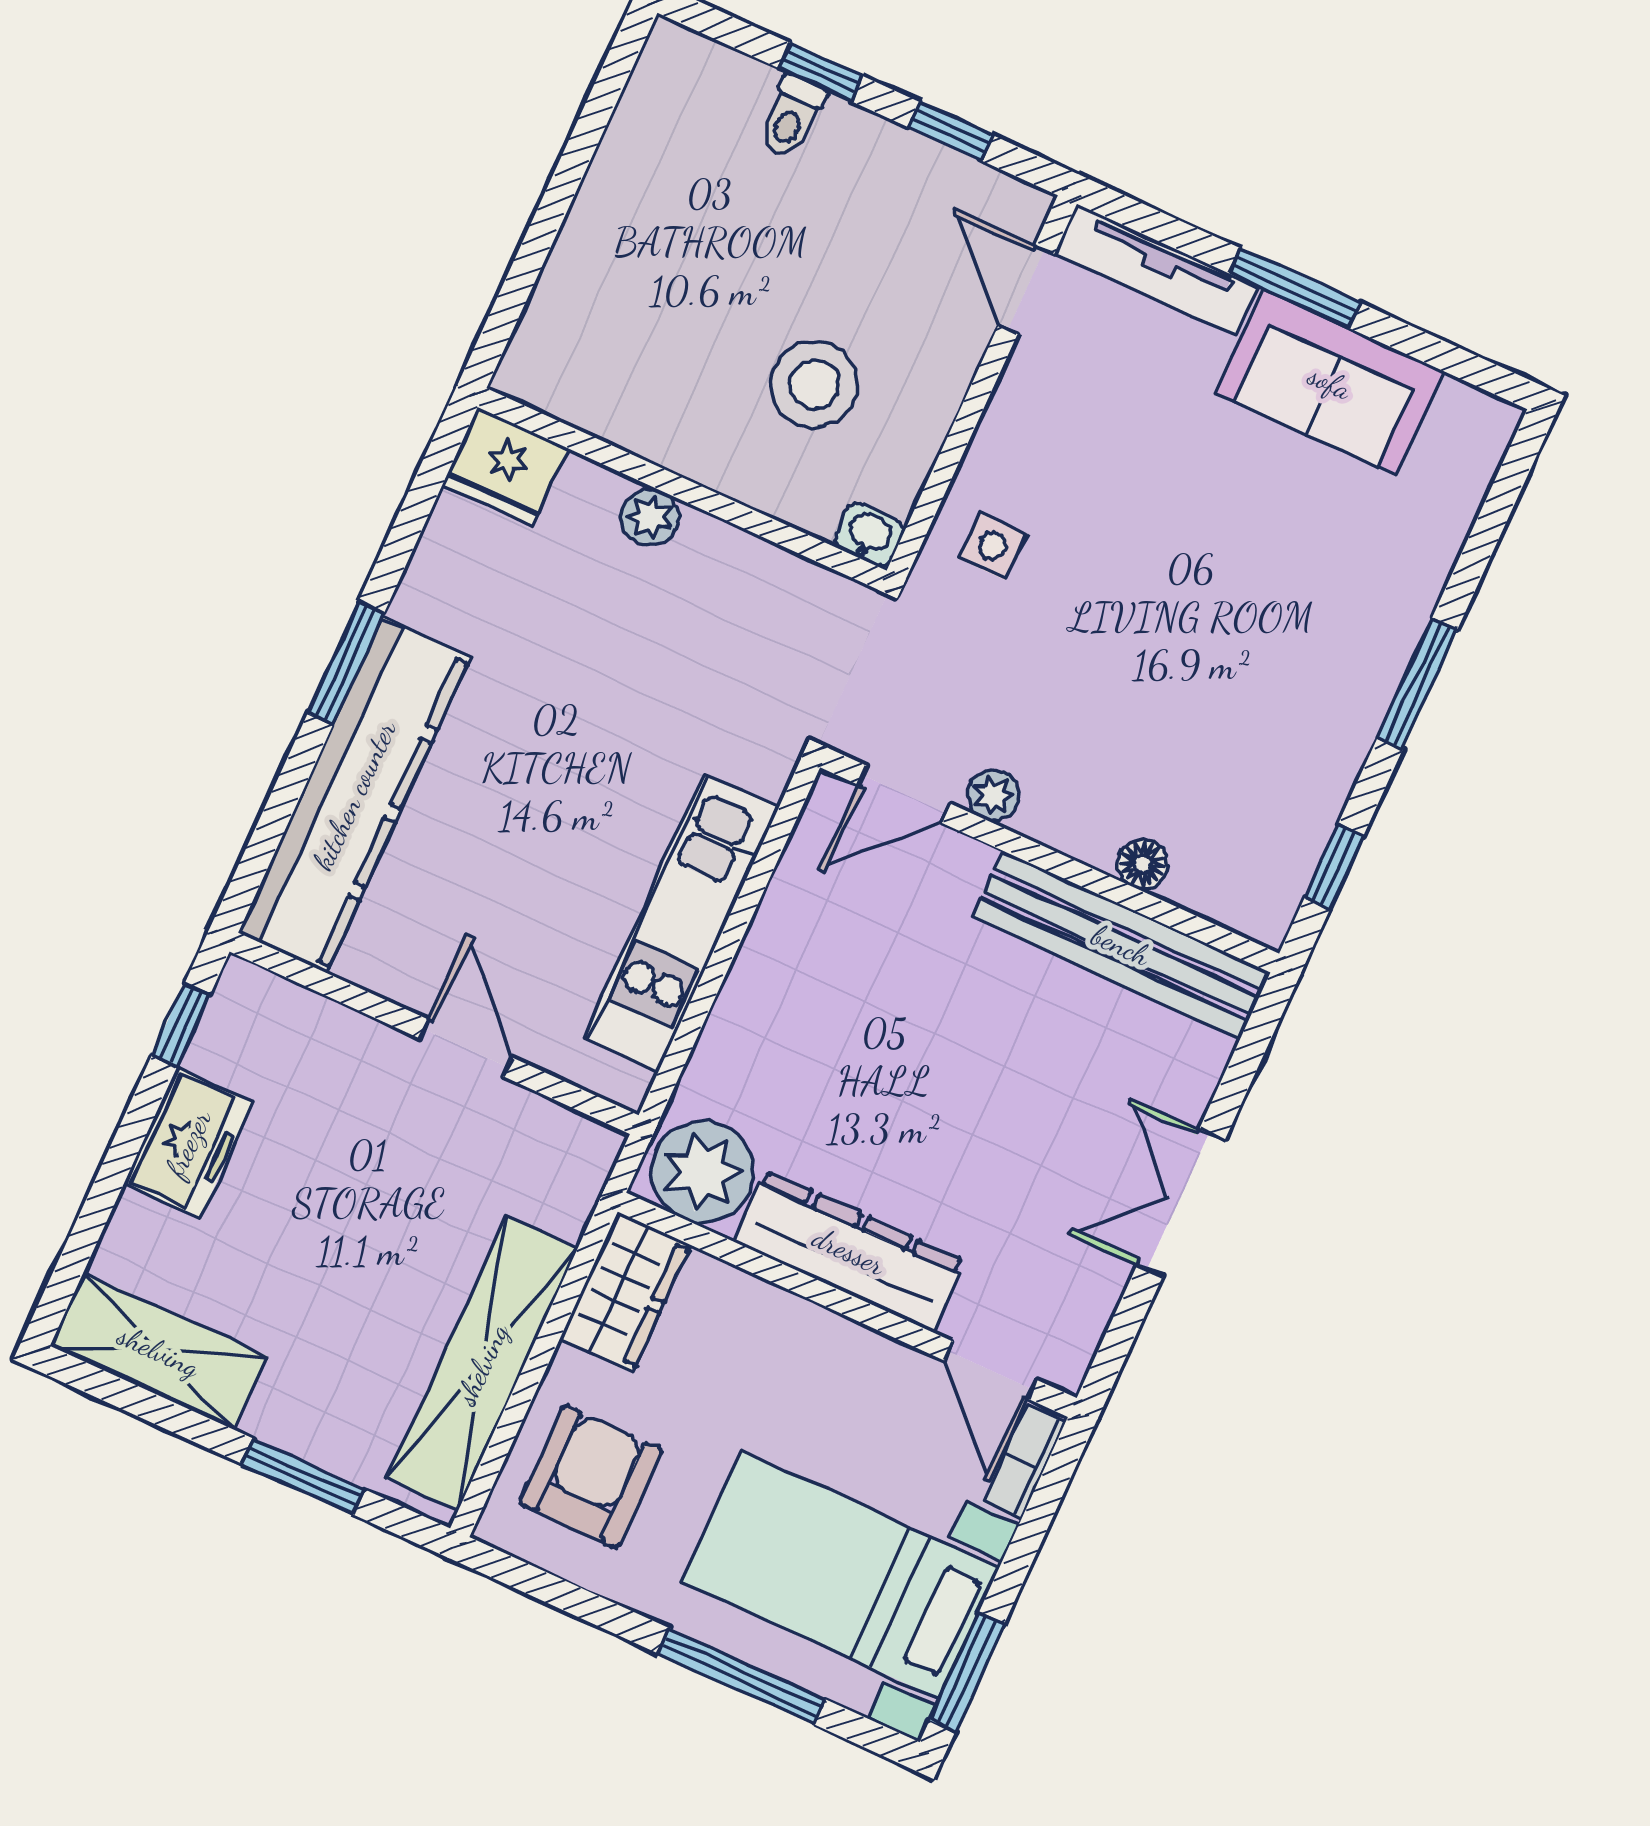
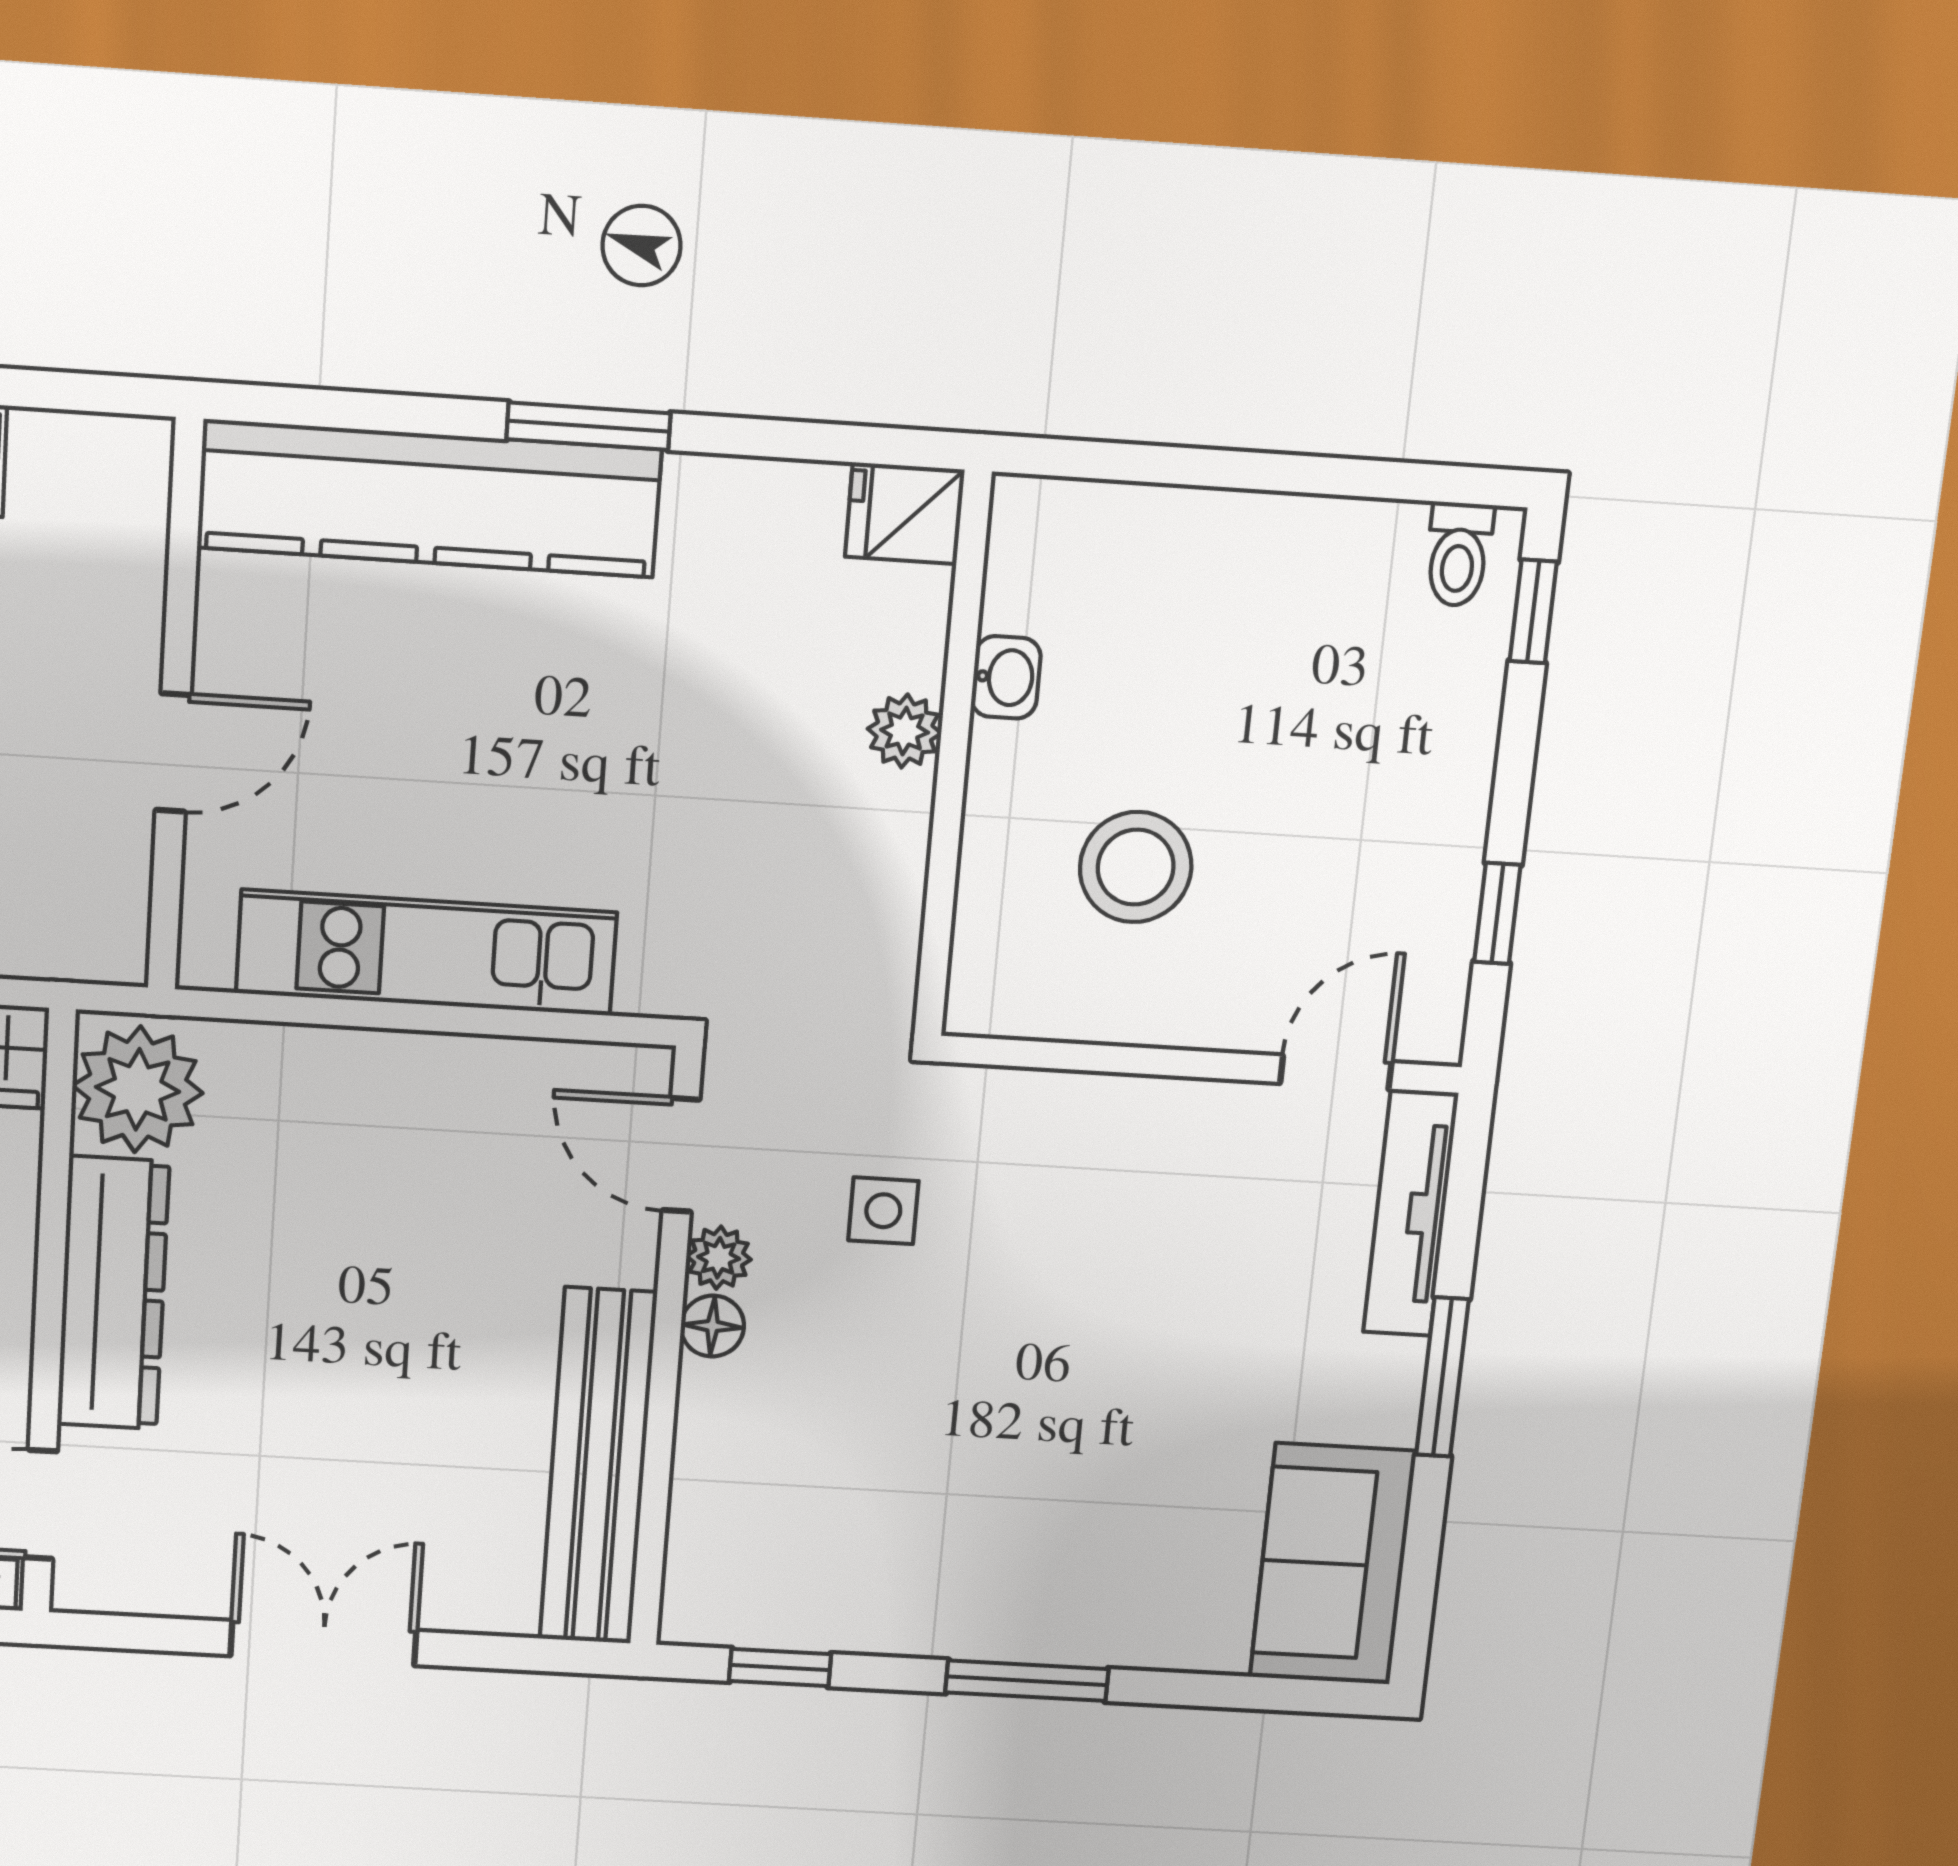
window: (821, 72) -> (1533, 611), moved
toilet: (792, 117) -> (1459, 554), moved, turned -90
sofa: (1330, 382) -> (1333, 1564), moved
fridge: (505, 467) -> (905, 513), width x0.72
washbasin: (869, 535) -> (1006, 677), moved
side table: (992, 546) -> (883, 1211), moved
floor lamp: (1143, 864) -> (712, 1326), moved
window: (181, 1025) -> (60, 391), removed

